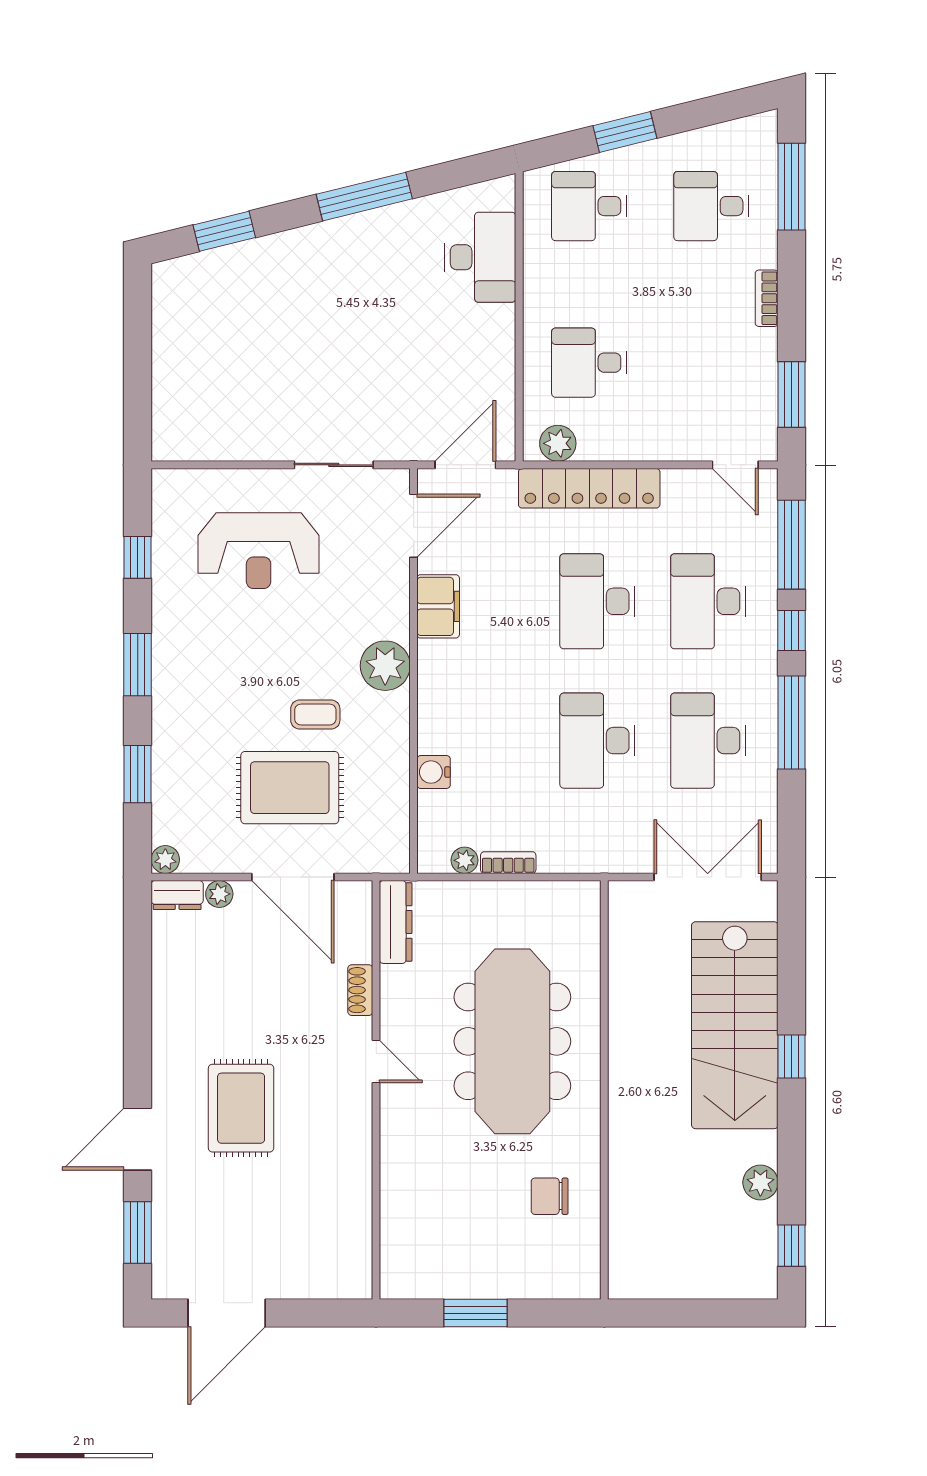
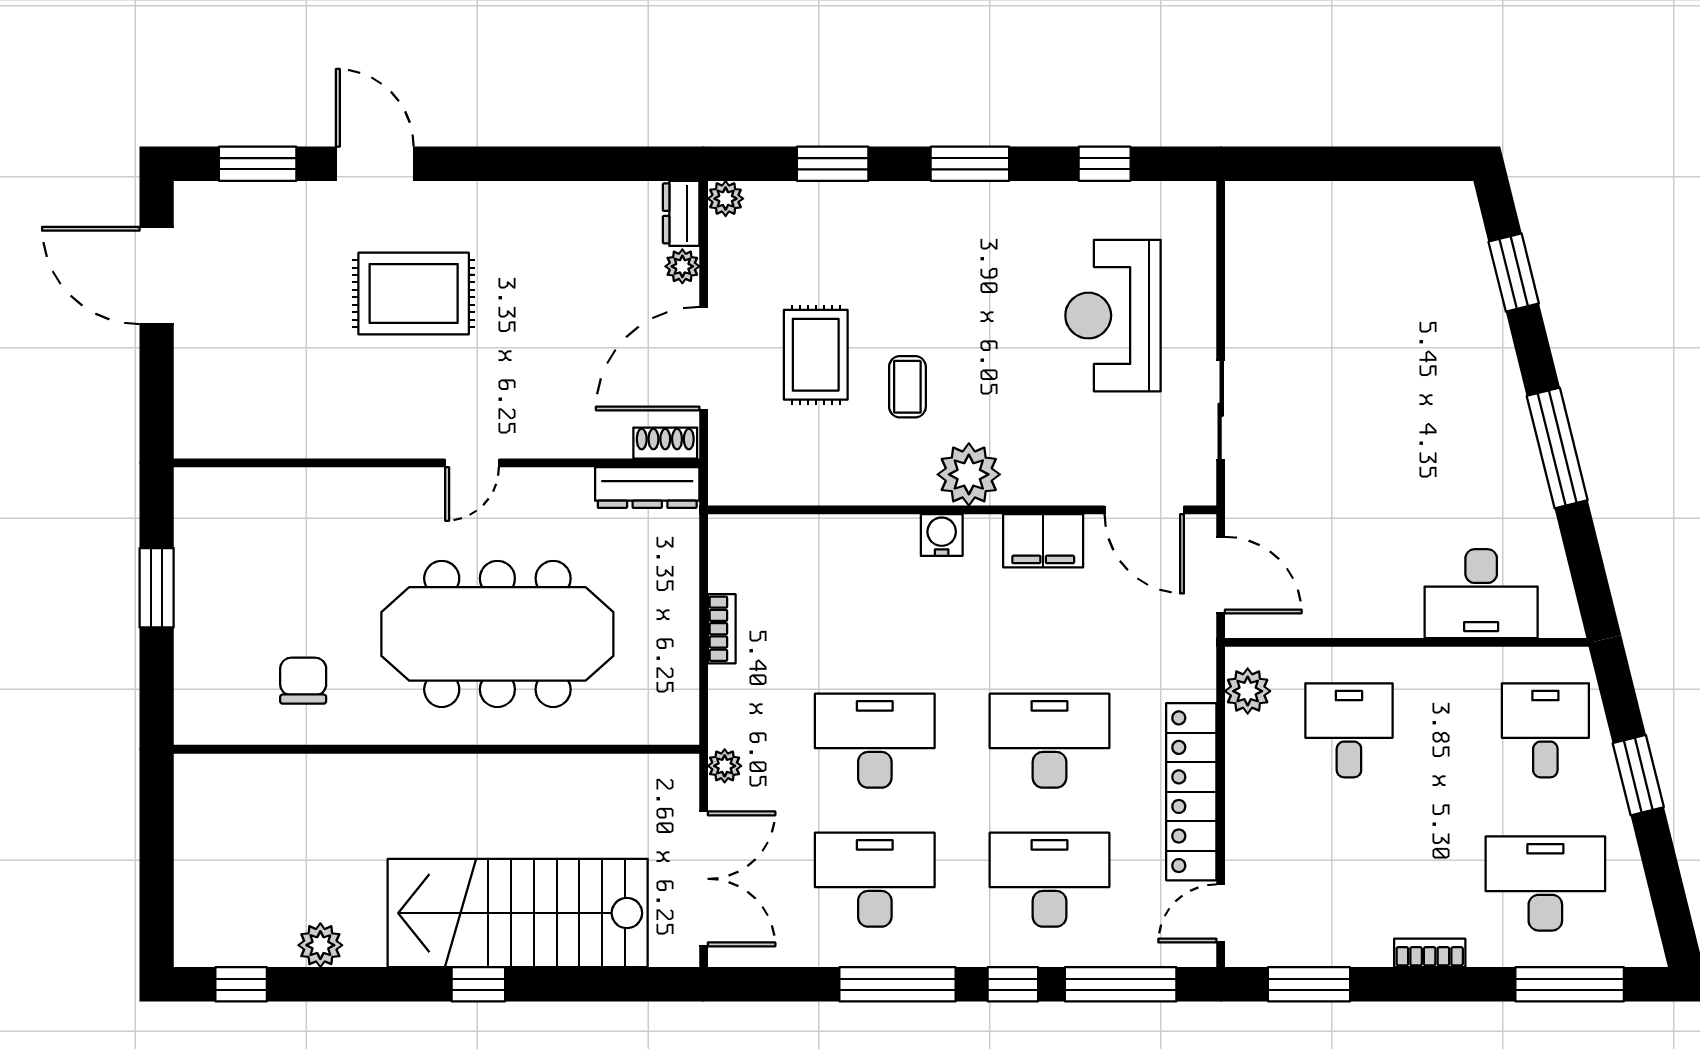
desk: (711, 206) -> (1545, 884), width x1.37
locker: (589, 488) -> (1191, 792), moved
water cooler: (434, 772) -> (942, 535), moved
rug: (290, 788) -> (816, 355), width x0.73, depth x0.70
plant: (465, 860) -> (725, 766), moved
shoe rack: (360, 990) -> (665, 443), moved

